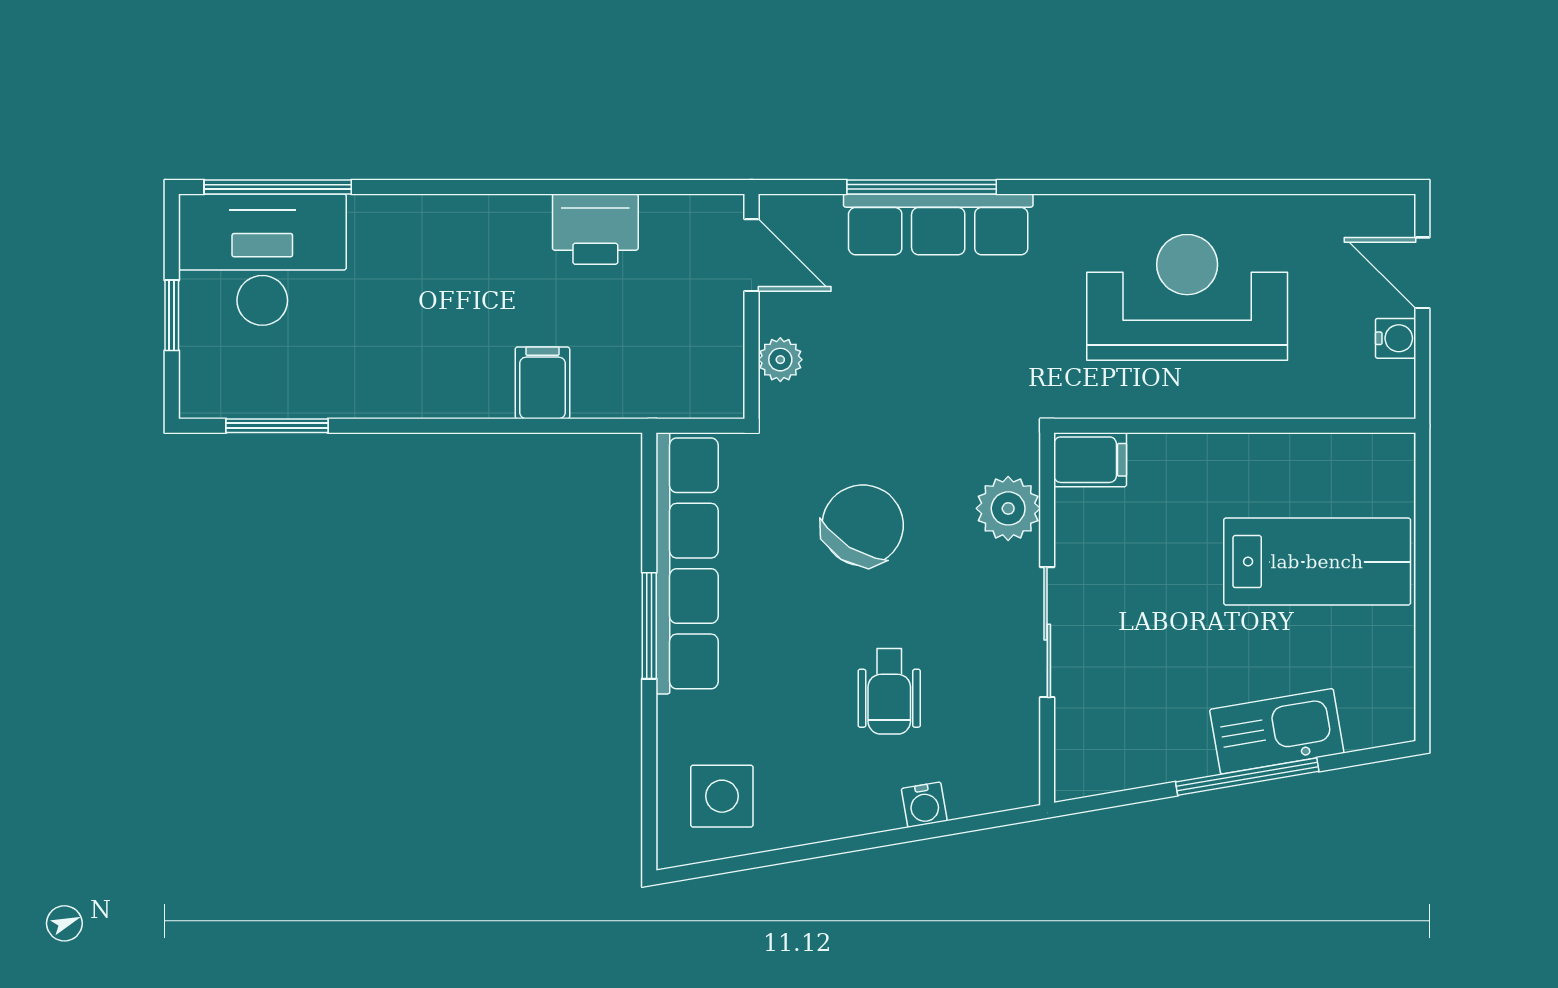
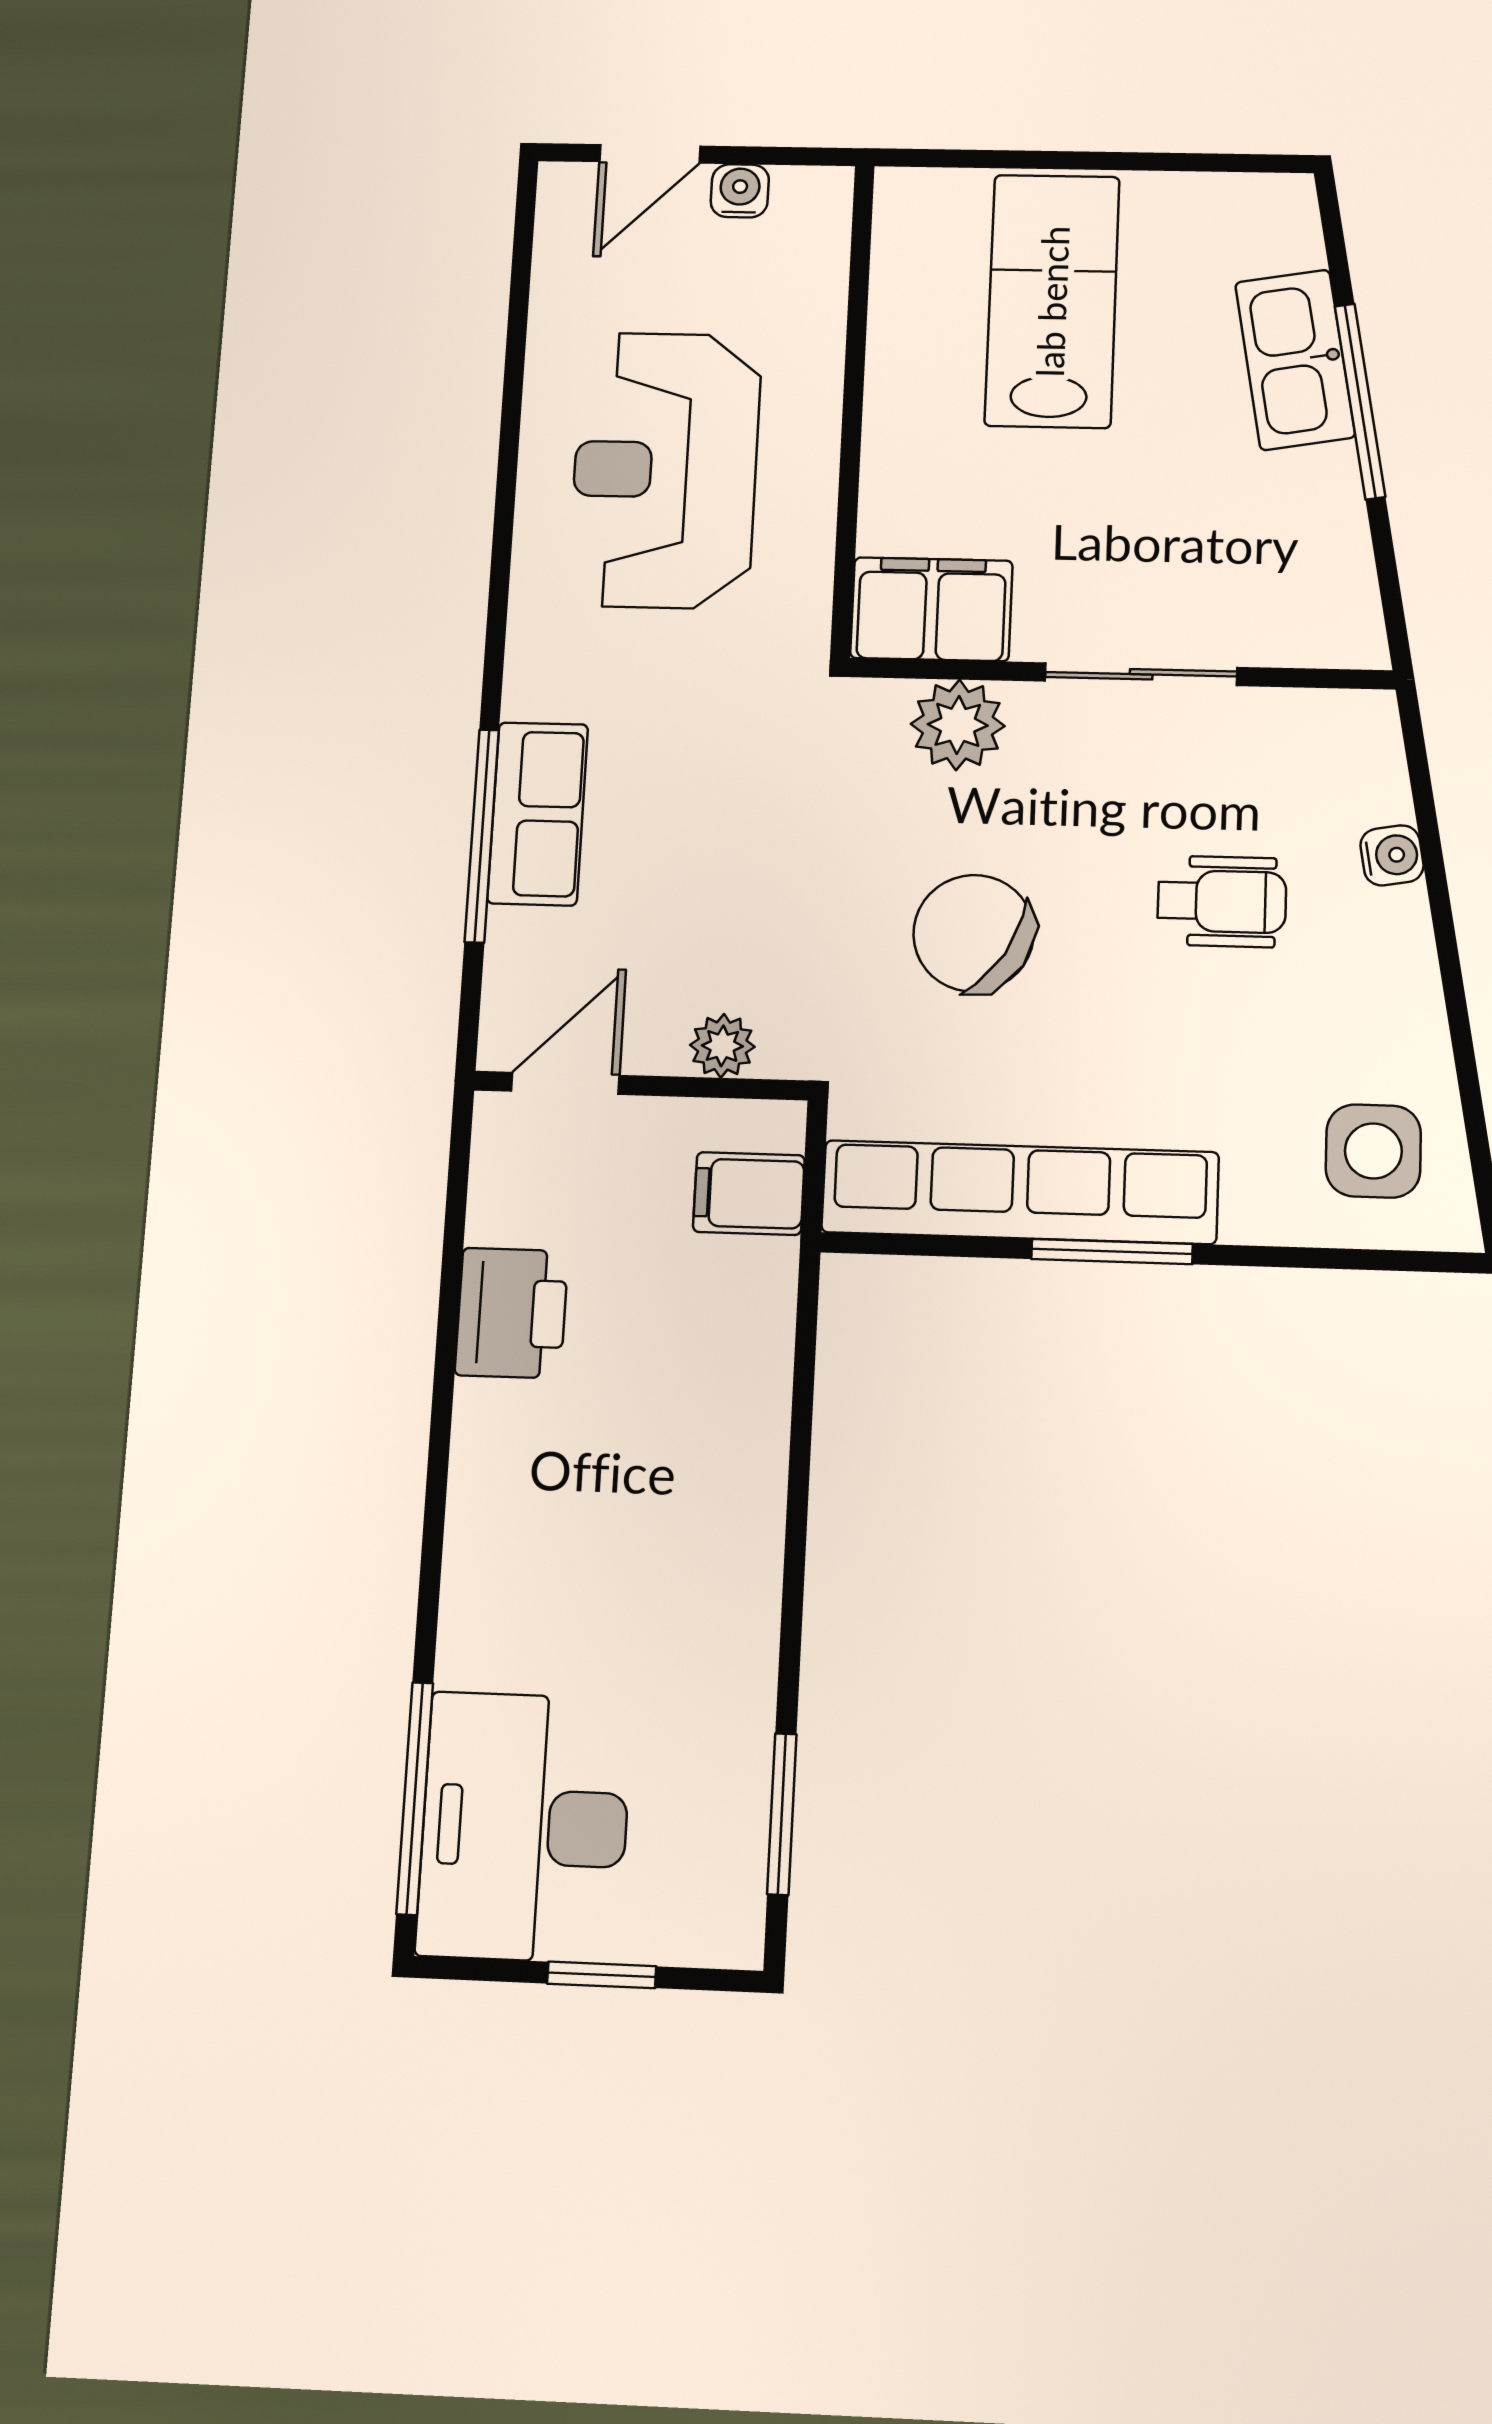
row of seats: (938, 224) -> (538, 814), width x0.68
filing cabinet: (542, 383) -> (749, 1194), moved
filing cabinet: (1090, 460) -> (931, 609), width x2.00

